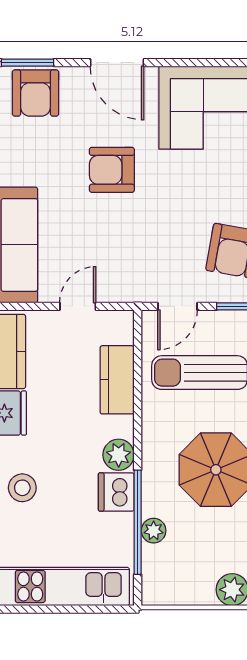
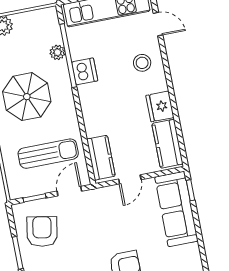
kitchen counter: (117, 380) -> (101, 158), moved
plant: (119, 455) -> (88, 94), removed

